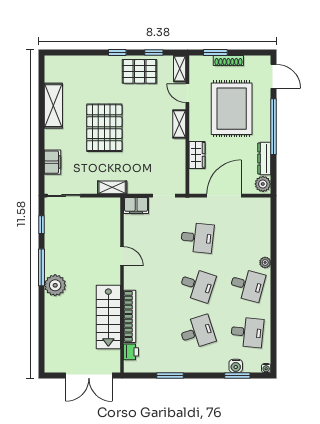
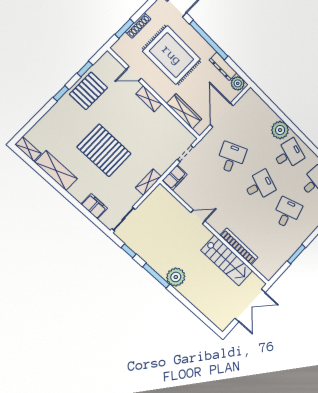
shelving: (180, 69) -> (28, 149), moved
wardrobe: (197, 155) -> (184, 111), width x1.50
desk: (197, 238) -> (231, 158), turned -30
plant: (265, 262) -> (280, 130), width x1.87, depth x1.87
printer: (131, 352) -> (261, 266), removed

